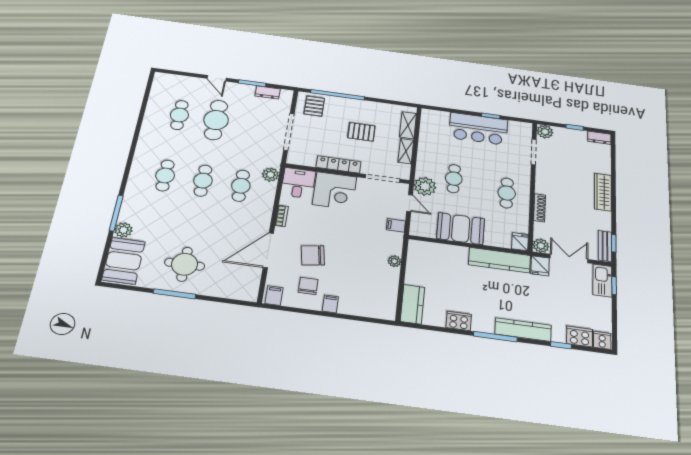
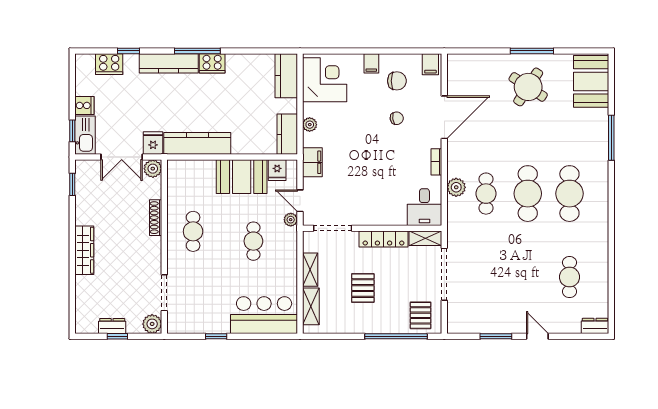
dresser: (268, 92) -> (595, 326), moved
cafe table: (216, 120) -> (528, 277), removed
bar counter: (478, 129) -> (264, 315), moved
pallet: (361, 132) -> (363, 288), turned 90
dresser: (599, 138) -> (112, 326), moved
shelving: (301, 160) -> (425, 238), added
cafe table: (165, 175) -> (569, 194), width x1.37, depth x1.35
plant: (271, 175) -> (456, 187), moved
cafe table: (203, 181) -> (528, 194), width x1.37, depth x1.35
plant: (425, 186) -> (291, 220), width x0.53, depth x0.53
corner desk: (334, 191) -> (325, 80), moved, turned 90
filing cabinet: (396, 225) -> (312, 162), width x2.00
plant: (123, 230) -> (599, 118), removed
fridge: (520, 242) -> (277, 170), moved
bench: (605, 246) -> (82, 179), removed
chair: (313, 255) -> (397, 118), width x0.54, depth x0.54
kitchen counter: (416, 256) -> (287, 134), added
round table: (185, 264) -> (528, 87), turned 33
chair: (308, 286) -> (397, 81), turned -90
cooker: (459, 321) -> (212, 63), moved
cooker: (602, 340) -> (84, 105), moved, turned -90

